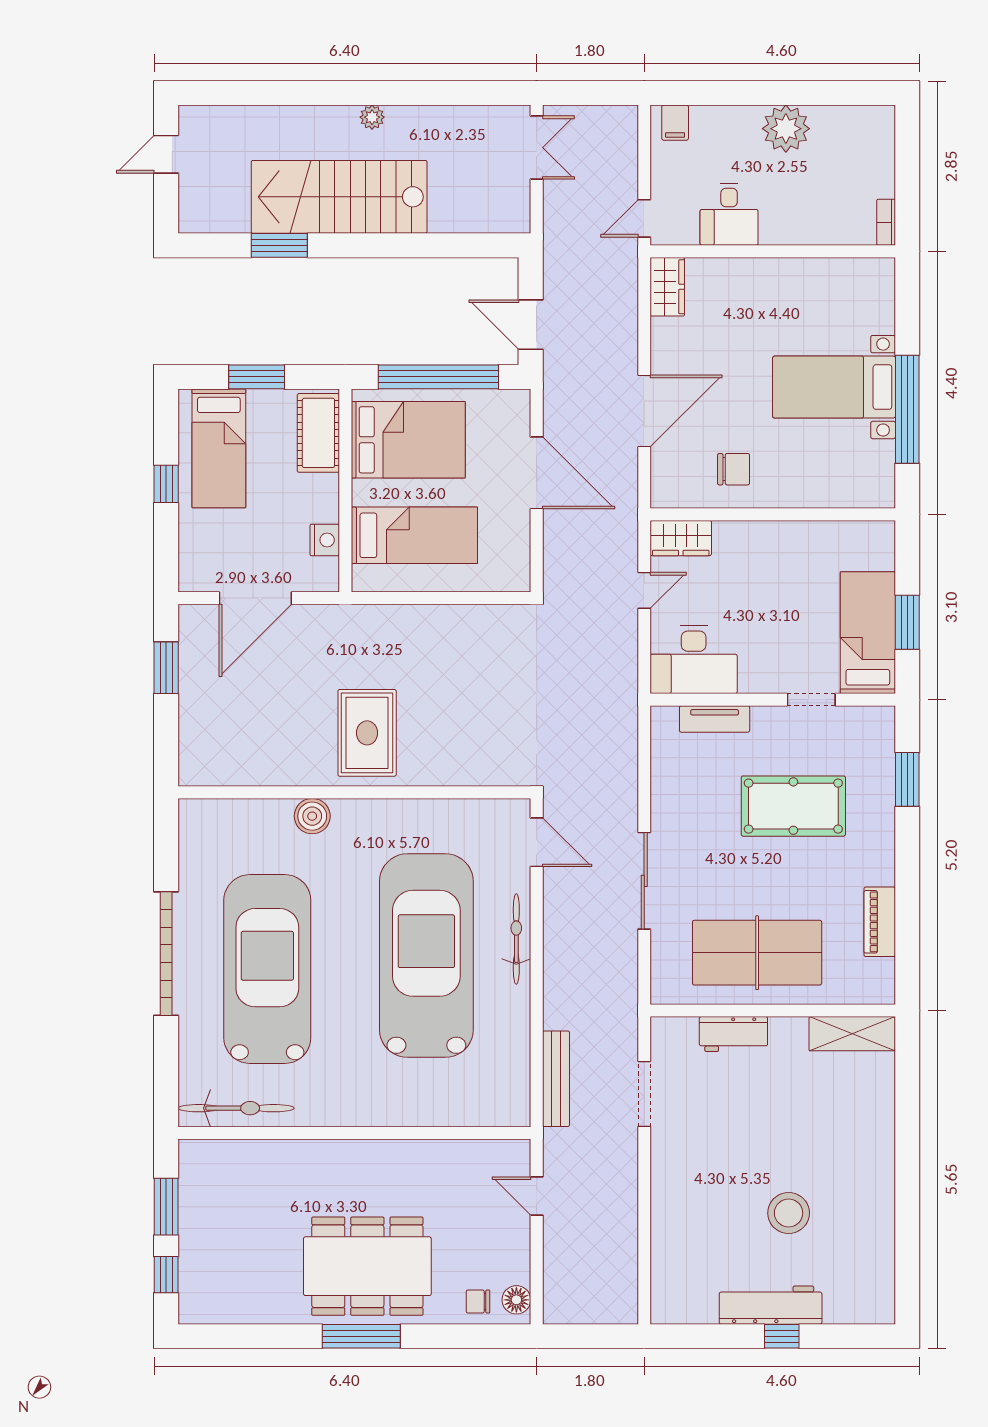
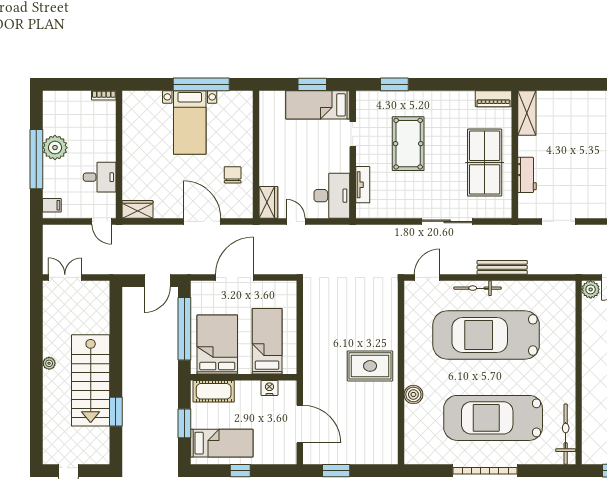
window: (764, 93) -> (36, 159), added
piano: (880, 922) -> (493, 99), moved
bench: (556, 1079) -> (502, 267), moved
plant: (514, 1156) -> (591, 289), added

